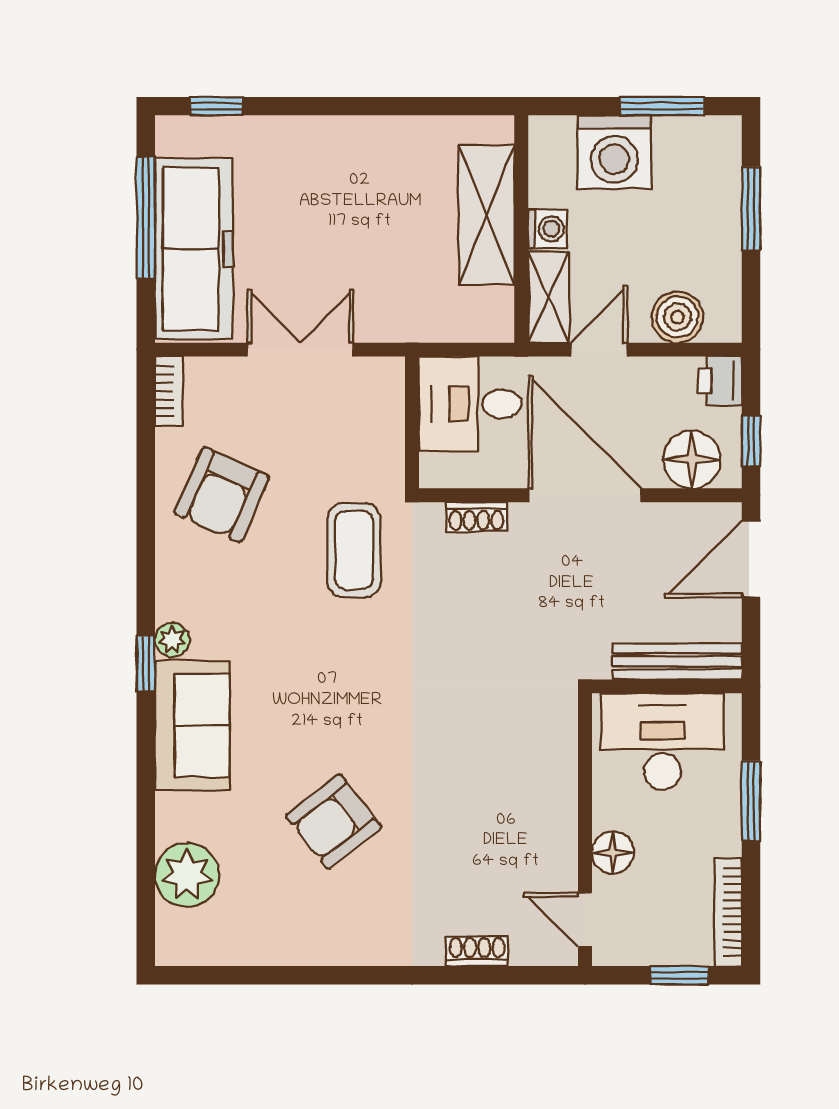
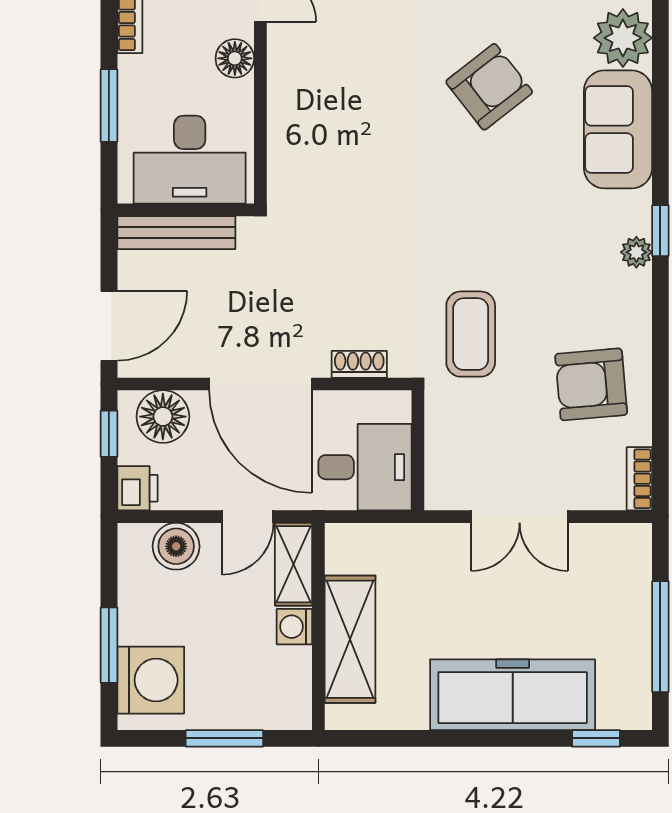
window: (662, 106) -> (224, 738), moved
washing machine: (614, 152) -> (151, 680), moved, turned 90
freezer: (194, 249) -> (513, 695), moved, turned 90
armchair: (222, 495) -> (591, 384), turned -119
sofa: (192, 725) -> (618, 129), moved

